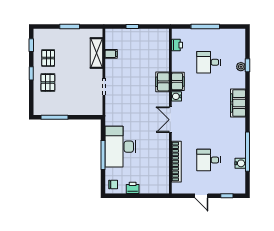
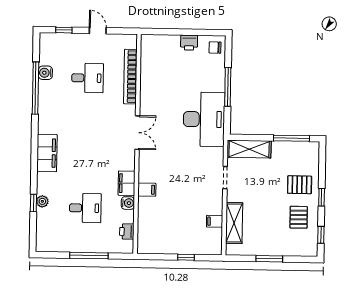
filing cabinet: (163, 82) -> (147, 190), width x0.50
pallet: (48, 83) -> (300, 185), turned 90
water cooler: (177, 96) -> (128, 203), moved
shelving: (86, 109) -> (249, 149), added
desk: (121, 147) -> (204, 119), moved

